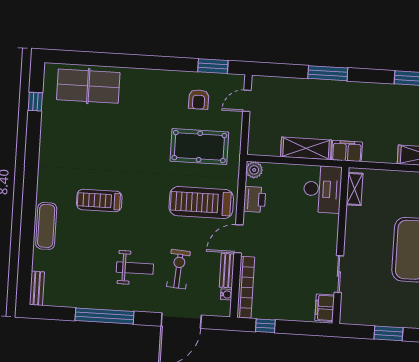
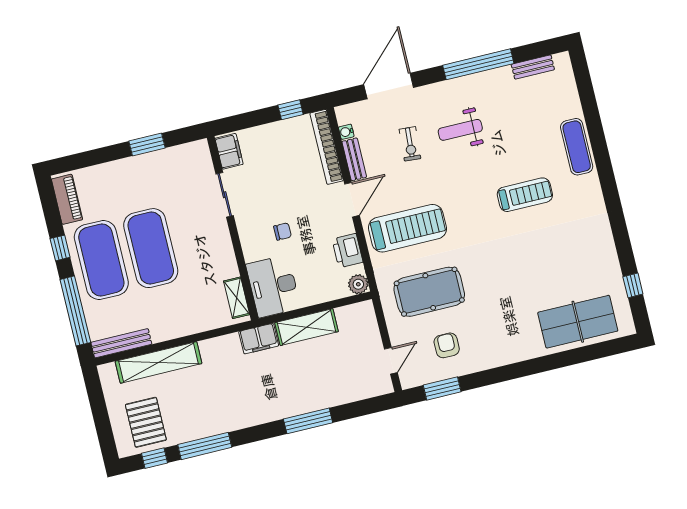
chair: (302, 231) -> (283, 231), added
exercise bike: (178, 269) -> (410, 144), width x0.73, depth x0.72
bench: (37, 288) -> (533, 67), moved, turned 90

